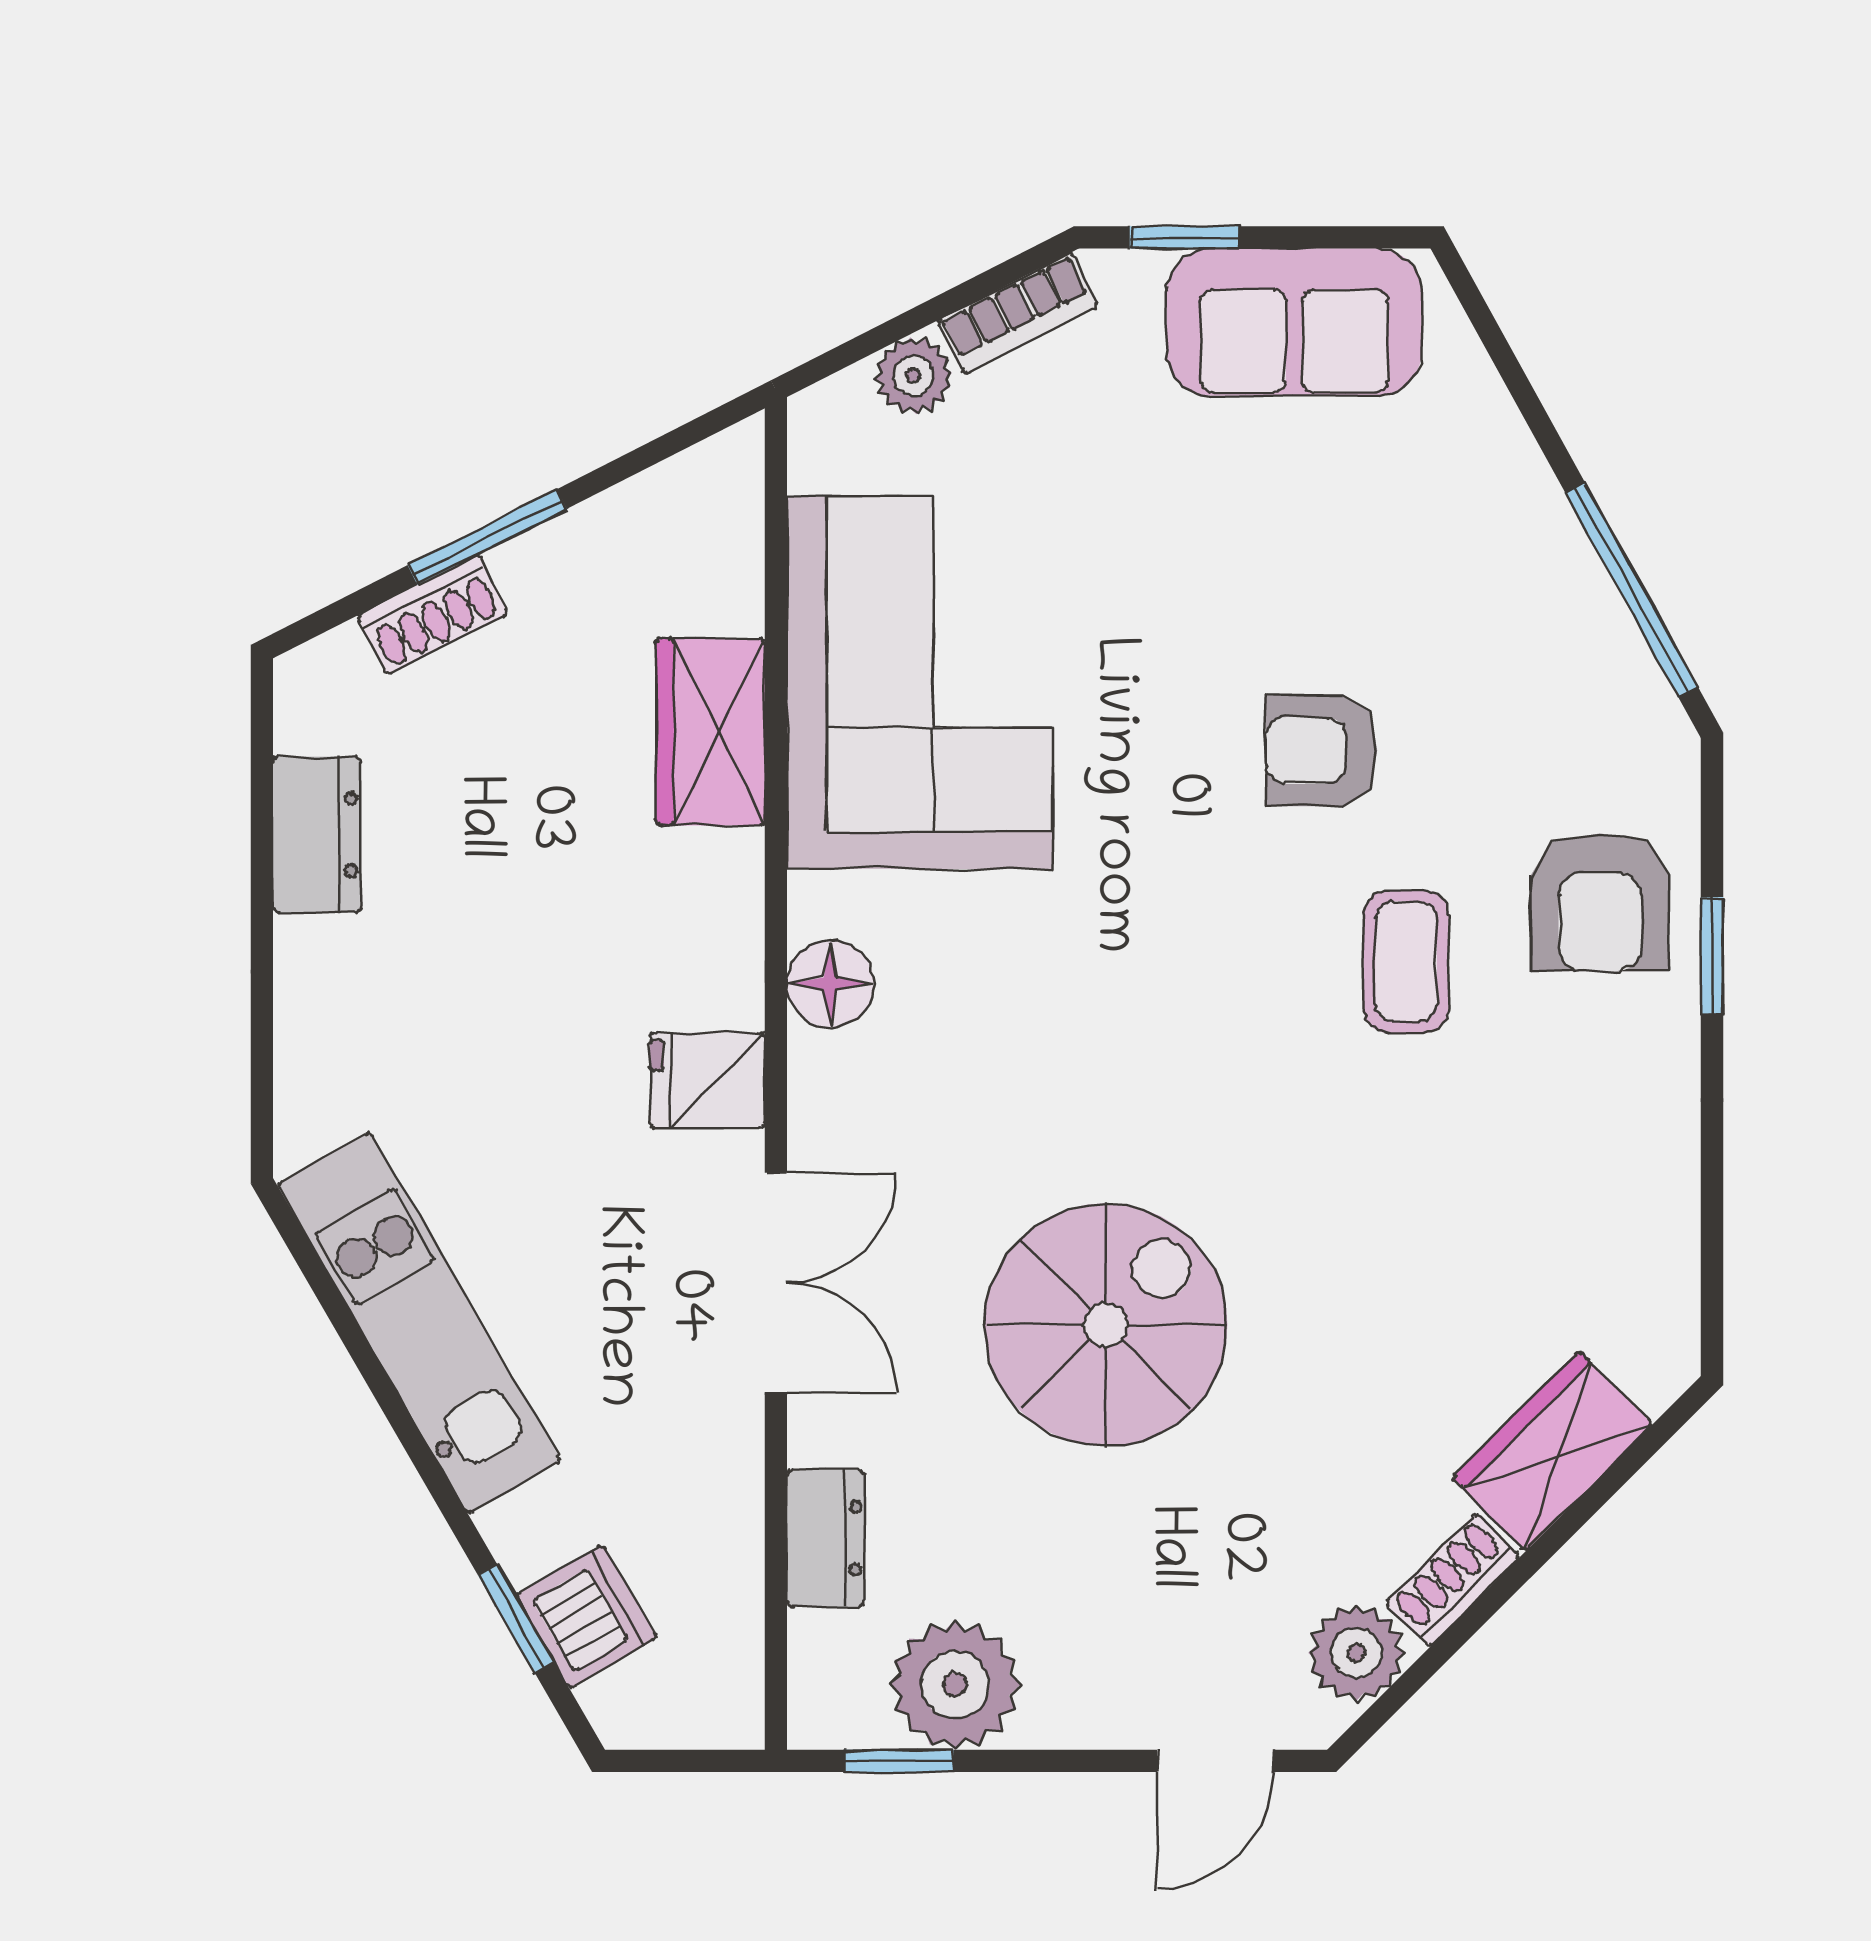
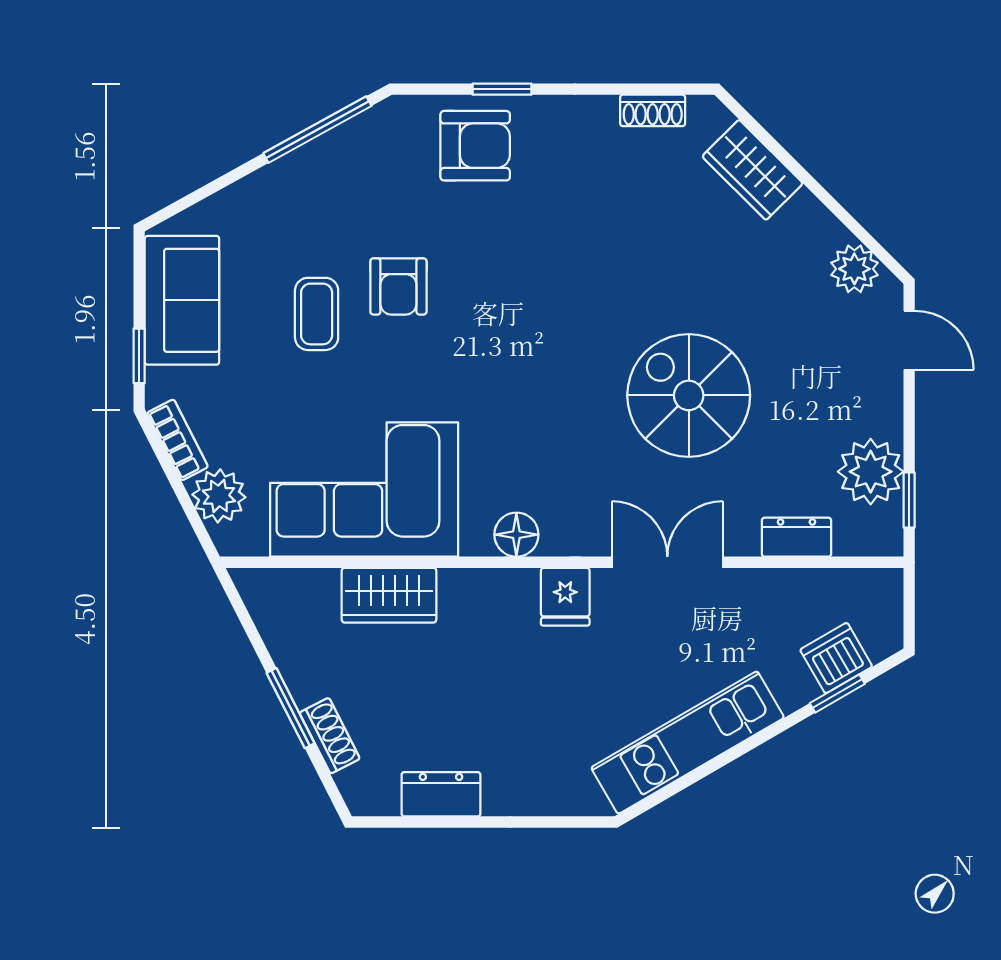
plant: (913, 376) -> (219, 496), width x1.38, depth x1.38
coffee table: (1406, 962) -> (317, 314), moved, turned 90
shoe rack: (1453, 1580) -> (653, 110), moved, turned -45

